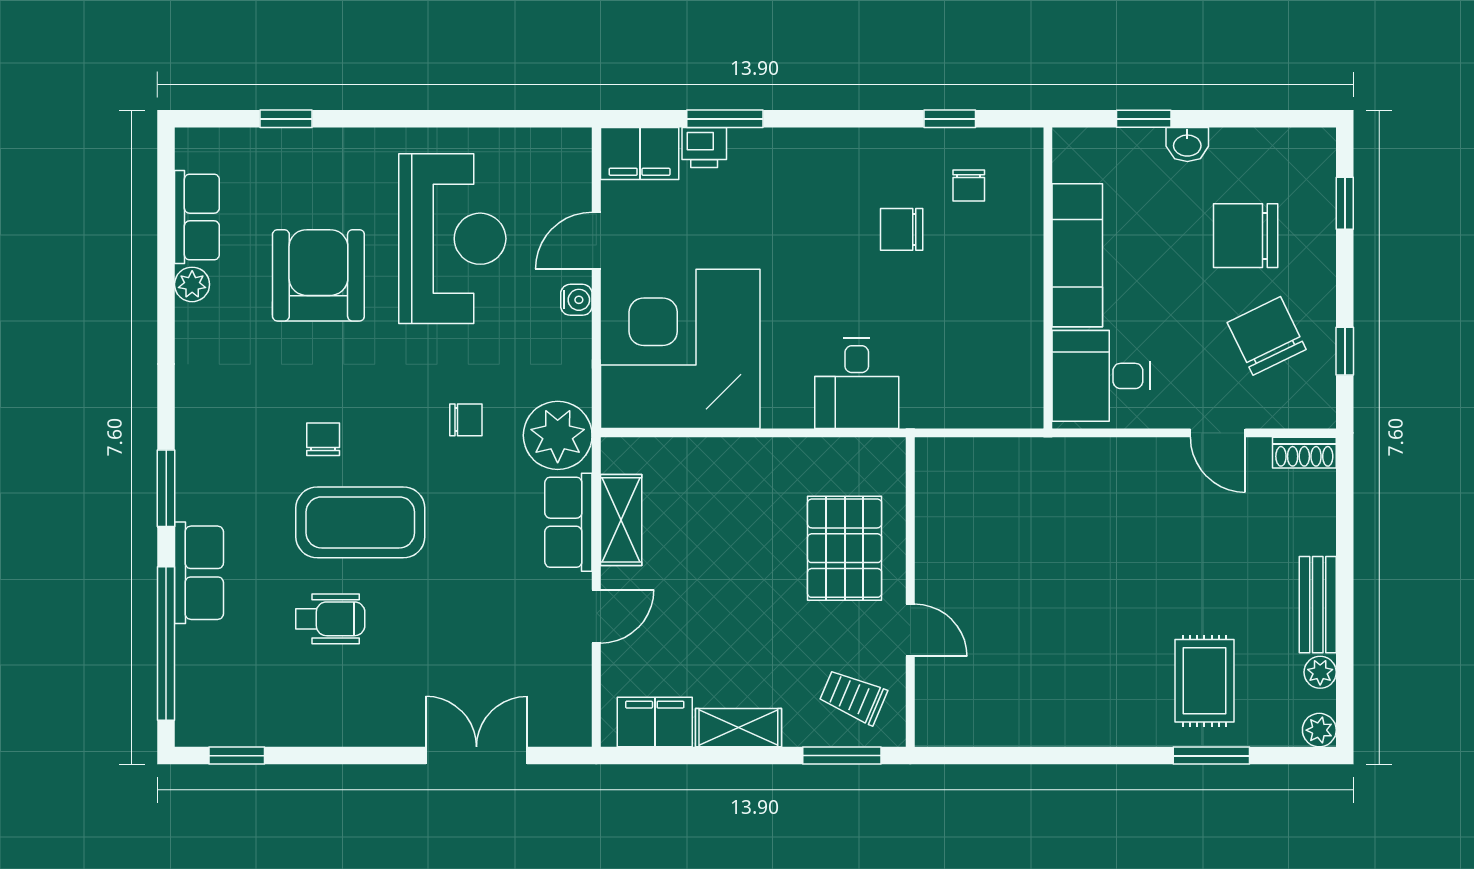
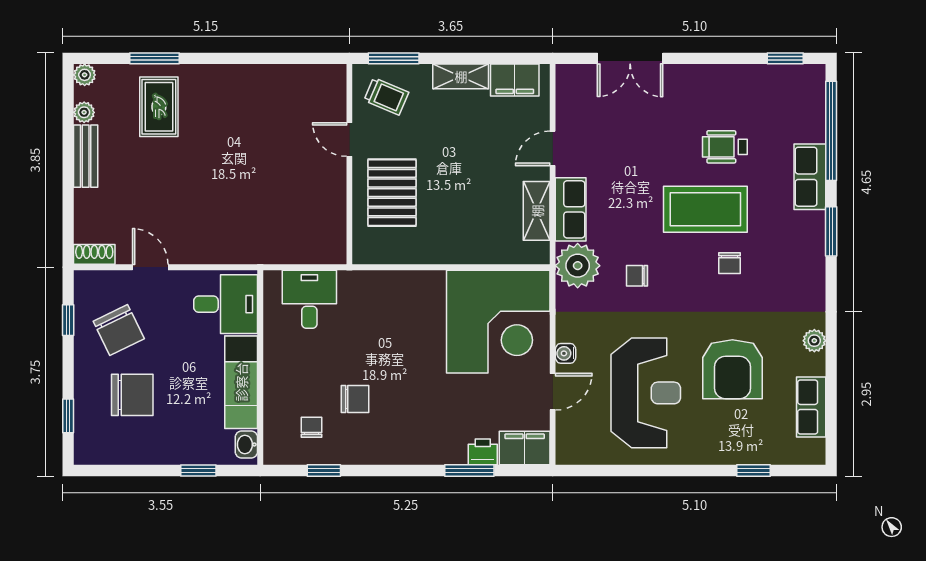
washbasin: (1187, 145) -> (246, 444), moved, turned -90
reception desk: (452, 239) -> (646, 393), turned 180
plant: (192, 284) -> (814, 341), moved
desk: (857, 384) -> (309, 299), moved

